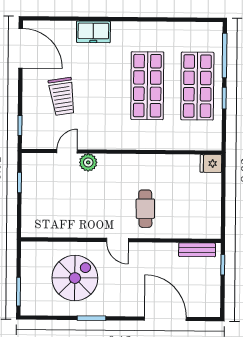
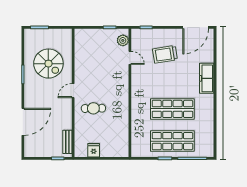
freezer: (93, 32) -> (207, 78), width x1.40
plant: (88, 162) -> (123, 40), moved
fridge: (211, 164) -> (94, 150), moved

